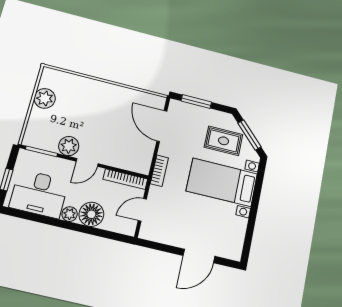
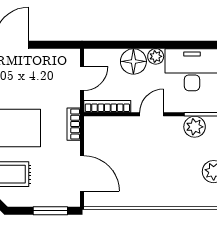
plant: (69, 146) -> (195, 127), moved

